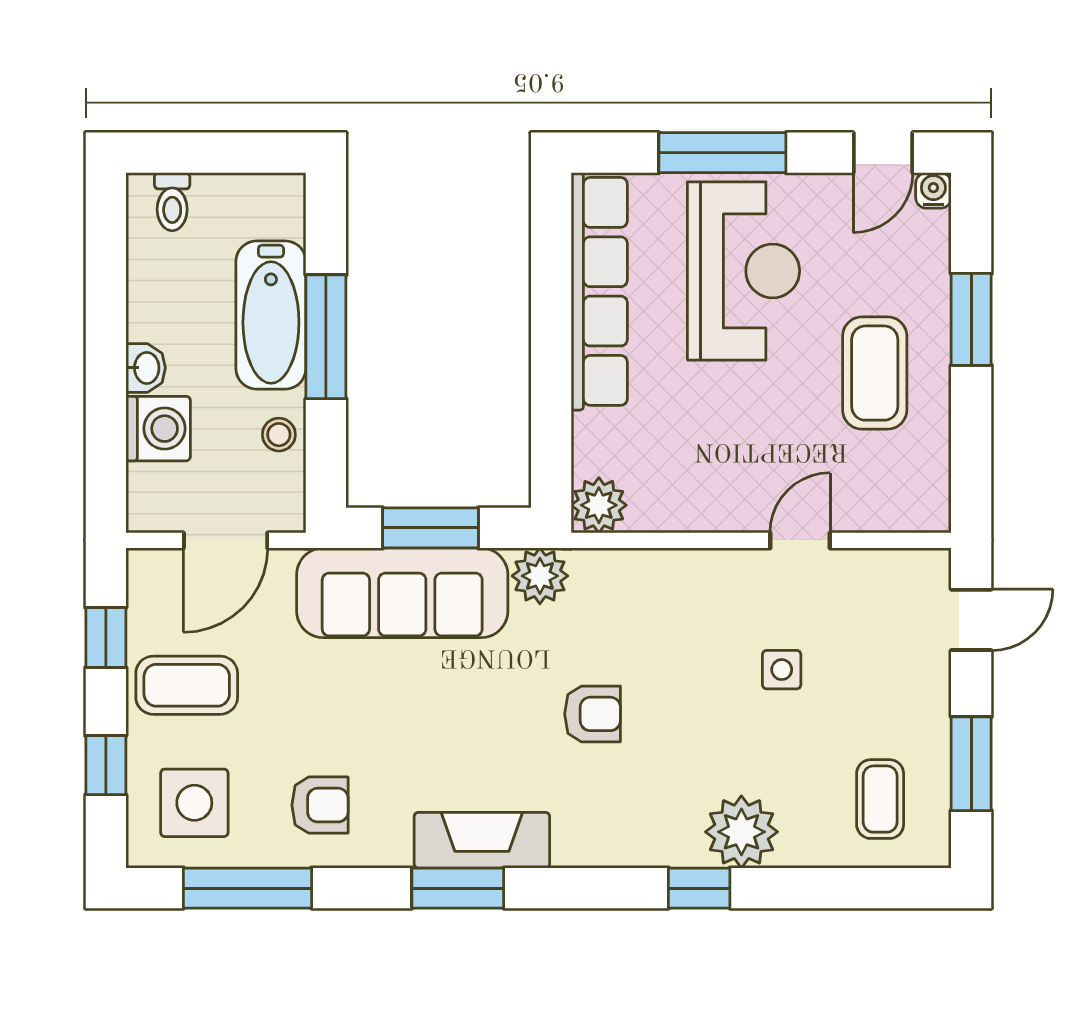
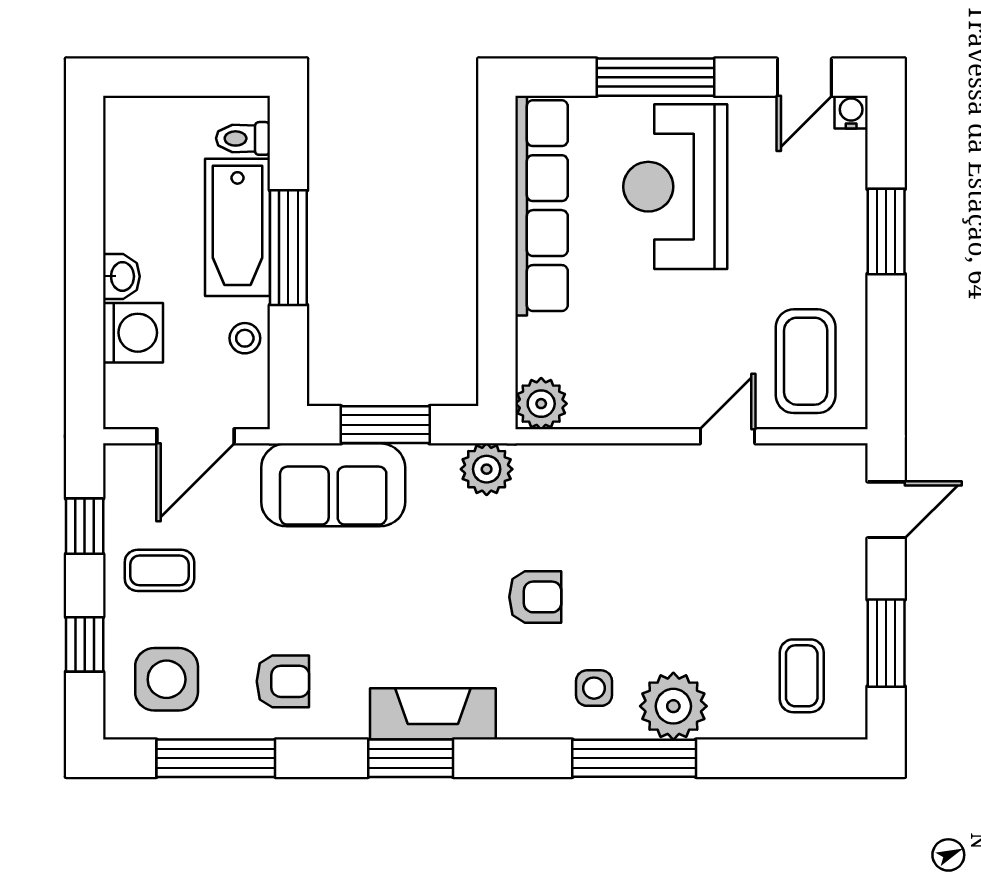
toilet: (172, 202) -> (243, 138), moved, turned 90
reception desk: (744, 271) -> (675, 187), turned 180
coffee table: (875, 373) -> (806, 361), moved
sofa: (402, 593) -> (333, 485), width x0.73
side table: (782, 670) -> (594, 688), moved
coffee table: (187, 685) -> (159, 570), width x0.73, depth x0.77
window: (699, 888) -> (634, 758), width x2.17

